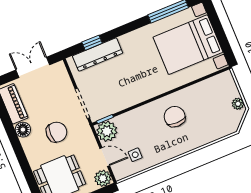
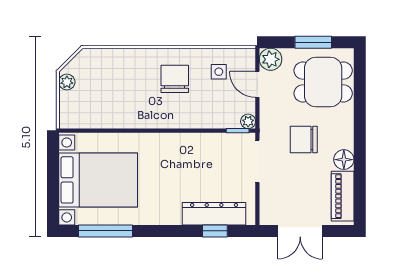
chair: (175, 117) -> (175, 79), moved, turned 180
plant: (107, 131) -> (248, 121), width x0.53, depth x0.53

